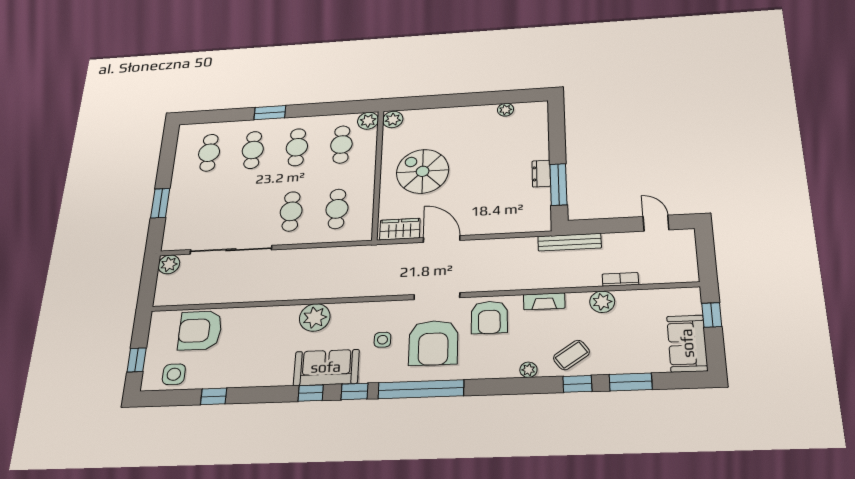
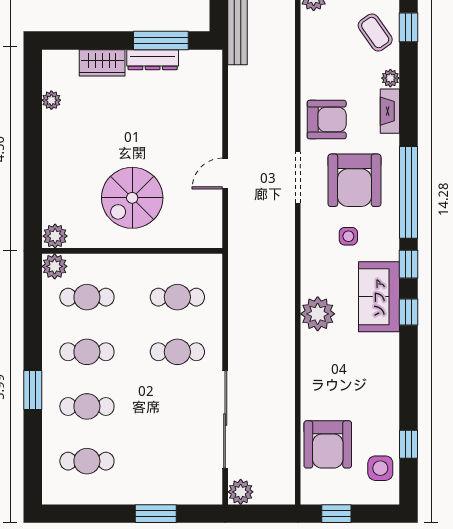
dresser: (541, 174) -> (153, 60), width x1.44
wardrobe: (400, 229) -> (102, 63), moved, turned -90
door: (442, 239) -> (225, 174), width x0.73
fireplace: (544, 301) -> (390, 111), moved, turned 180
armchair: (433, 343) -> (354, 180), turned 90
window: (137, 360) -> (336, 514), moved
window: (214, 396) -> (408, 444), moved

